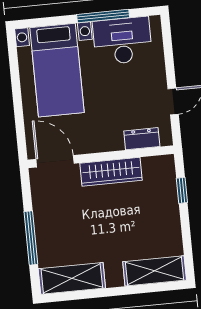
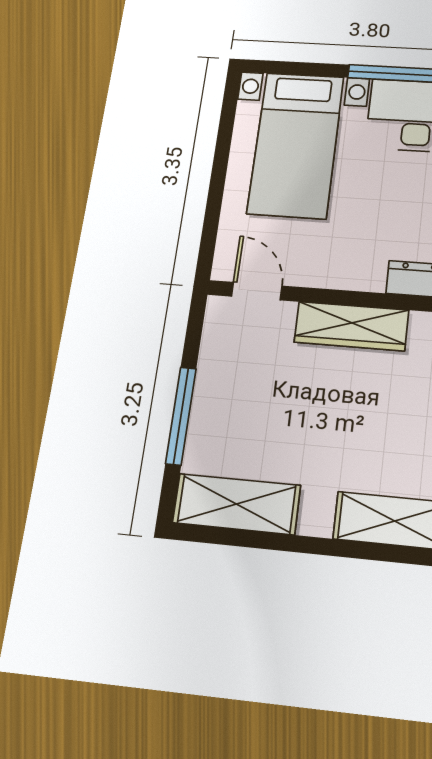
door: (55, 161) -> (257, 291), width x0.73

